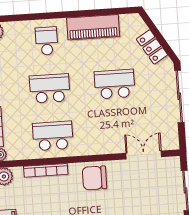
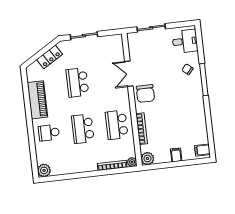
sliding door: (179, 96) -> (84, 36), width x0.73
double door: (144, 155) -> (129, 74), moved

